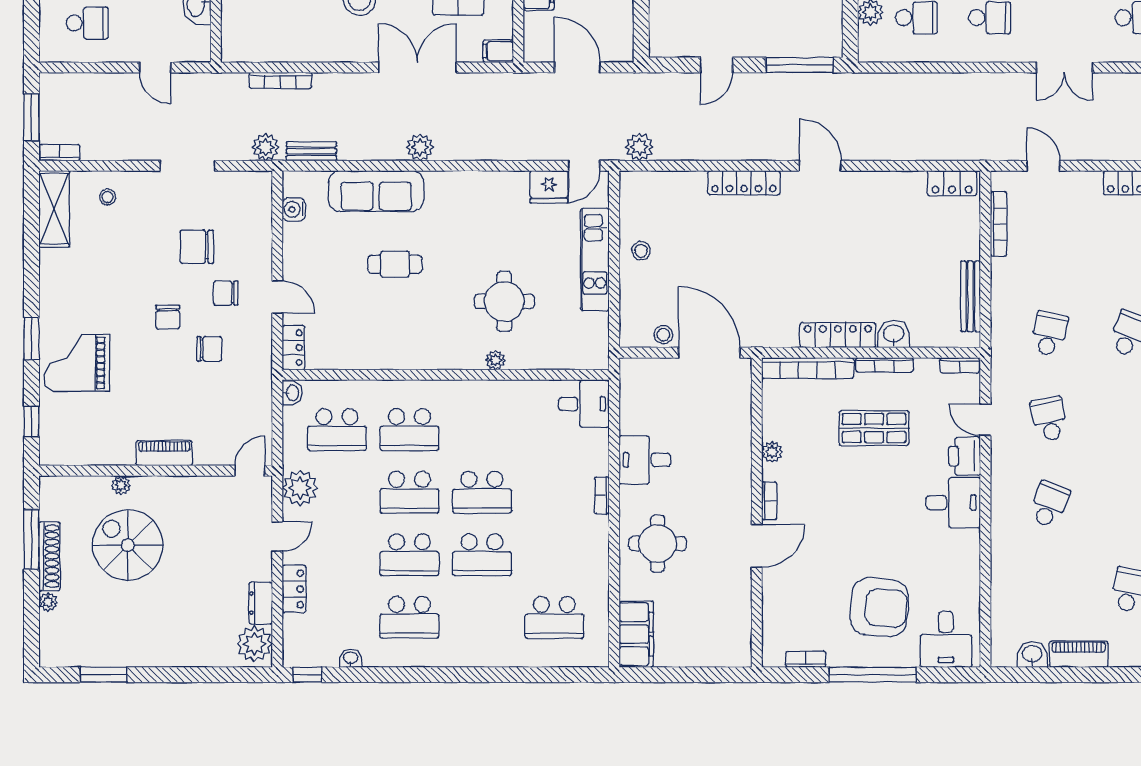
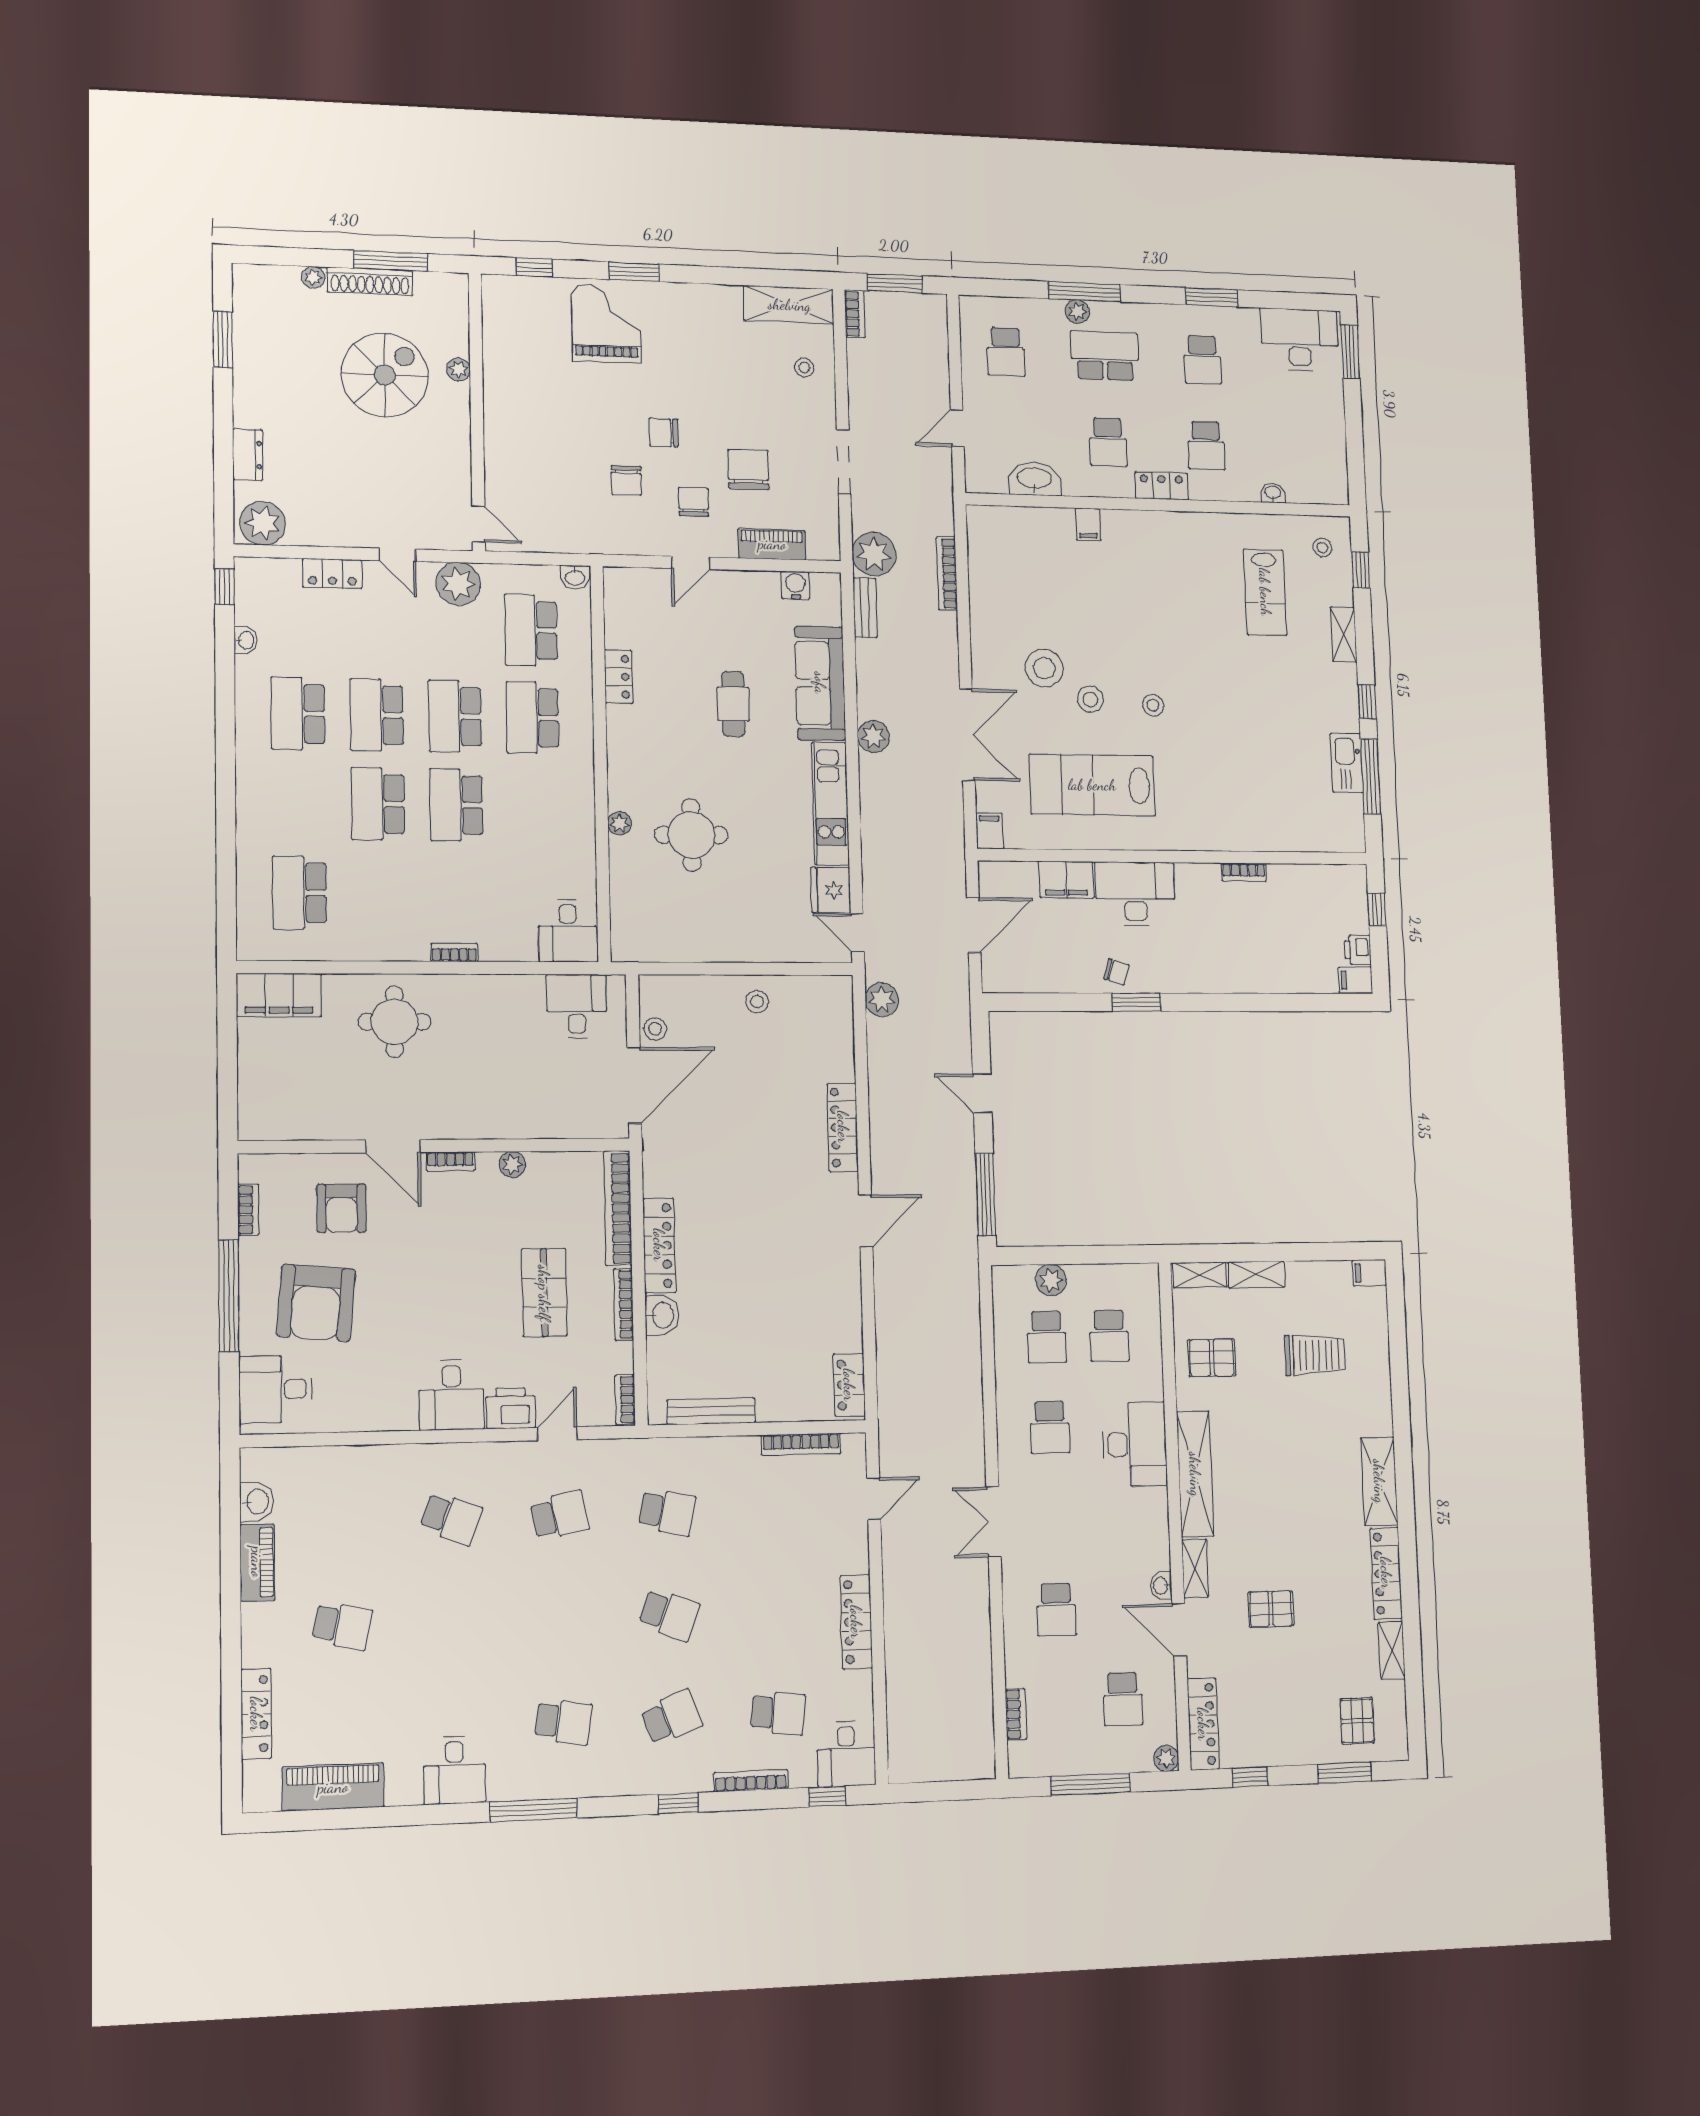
plant: (266, 147) -> (874, 554), width x1.36, depth x1.36
kitchen unit: (595, 260) -> (831, 804), moved, turned -90
locker: (293, 348) -> (618, 677), moved, turned -90
piano: (164, 453) -> (772, 544), moved, turned -90
desk: (645, 460) -> (577, 1006), moved
armchair: (805, 587) -> (342, 1208), added
dresser: (261, 603) -> (248, 455), moved, turned 90

